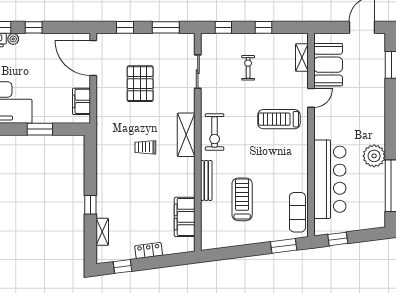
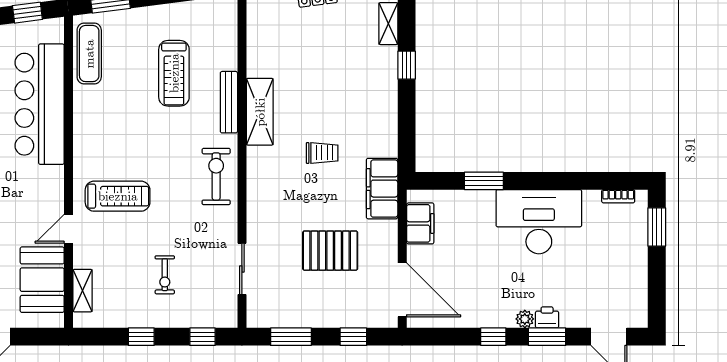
pallet: (140, 84) -> (330, 251), turned 90
shelving: (186, 135) -> (260, 112), moved
filing cabinet: (185, 217) -> (382, 189), moved, turned 180

